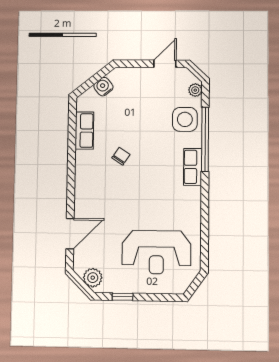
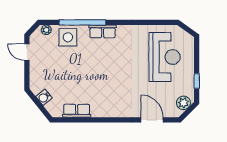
chair: (121, 156) -> (95, 84), removed

